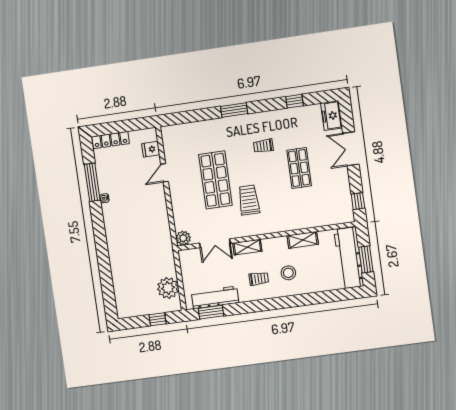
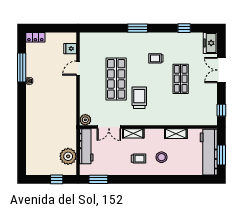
locker: (111, 140) -> (35, 37), width x0.66
workbench: (215, 297) -> (86, 146), moved, turned 90

